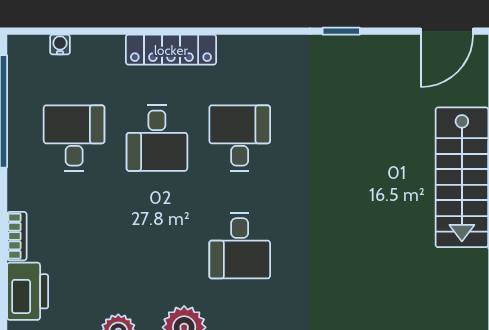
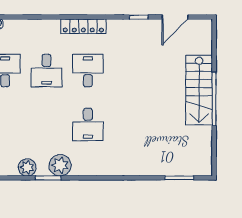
door: (447, 31) -> (175, 17), moved
locker: (171, 50) -> (83, 26), moved

